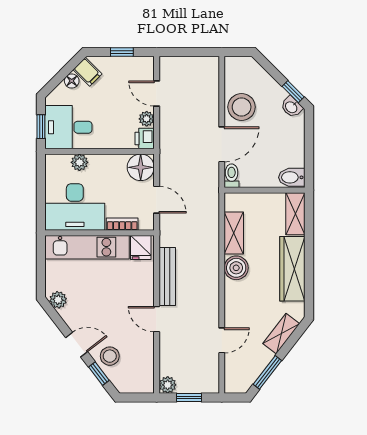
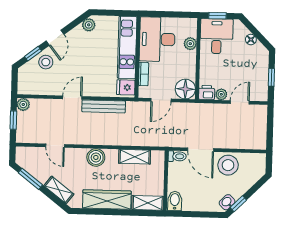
filing cabinet: (87, 72) -> (257, 51), removed
boiler: (236, 268) -> (96, 157), moved

